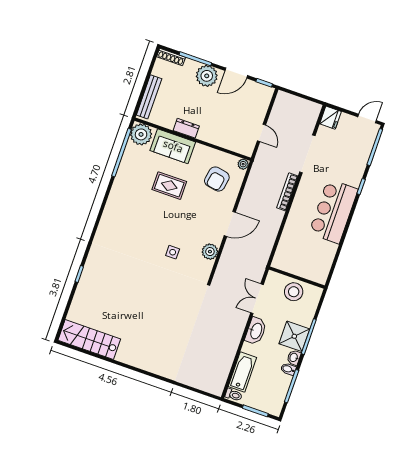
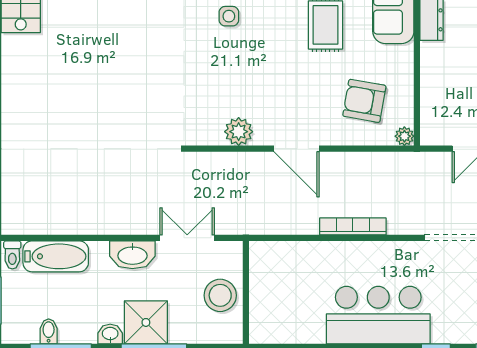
bookcase: (287, 192) -> (353, 226), moved
side table: (173, 252) -> (229, 16), moved
bidet: (288, 369) -> (49, 331), moved

